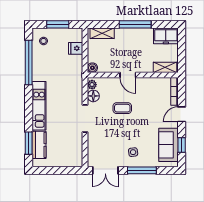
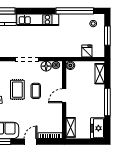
door: (182, 114) -> (31, 142), hinge flipped
rug: (121, 130) -> (17, 90), added

